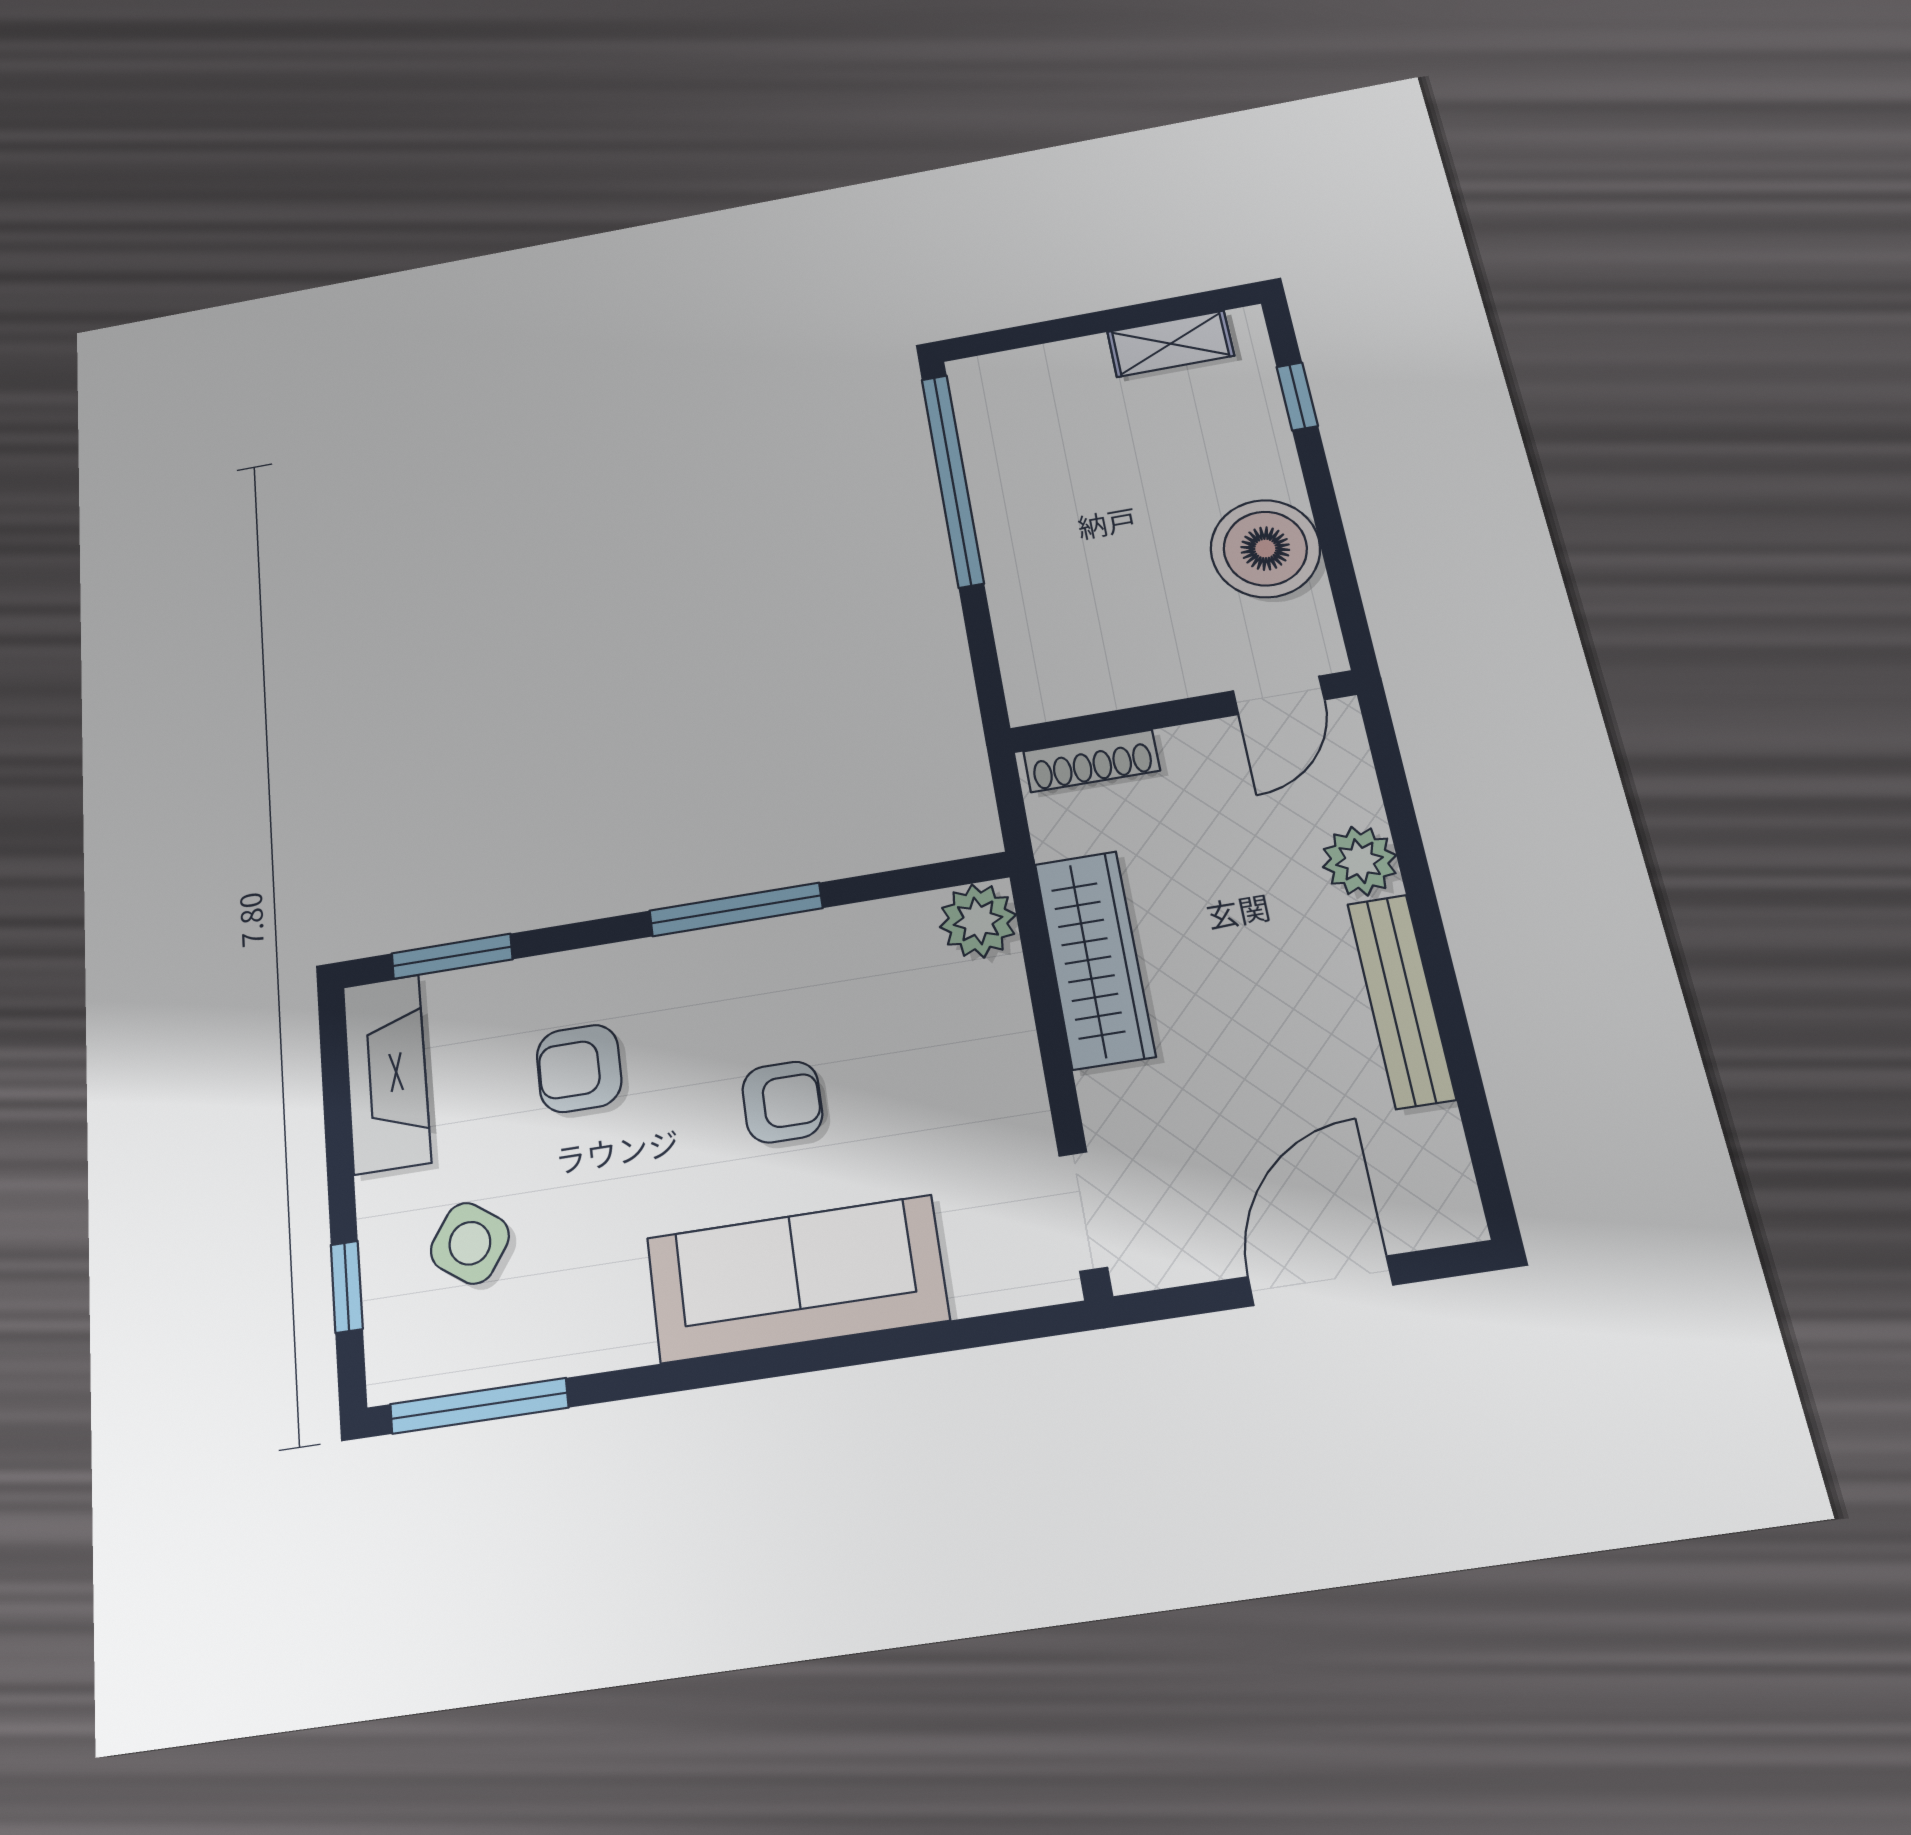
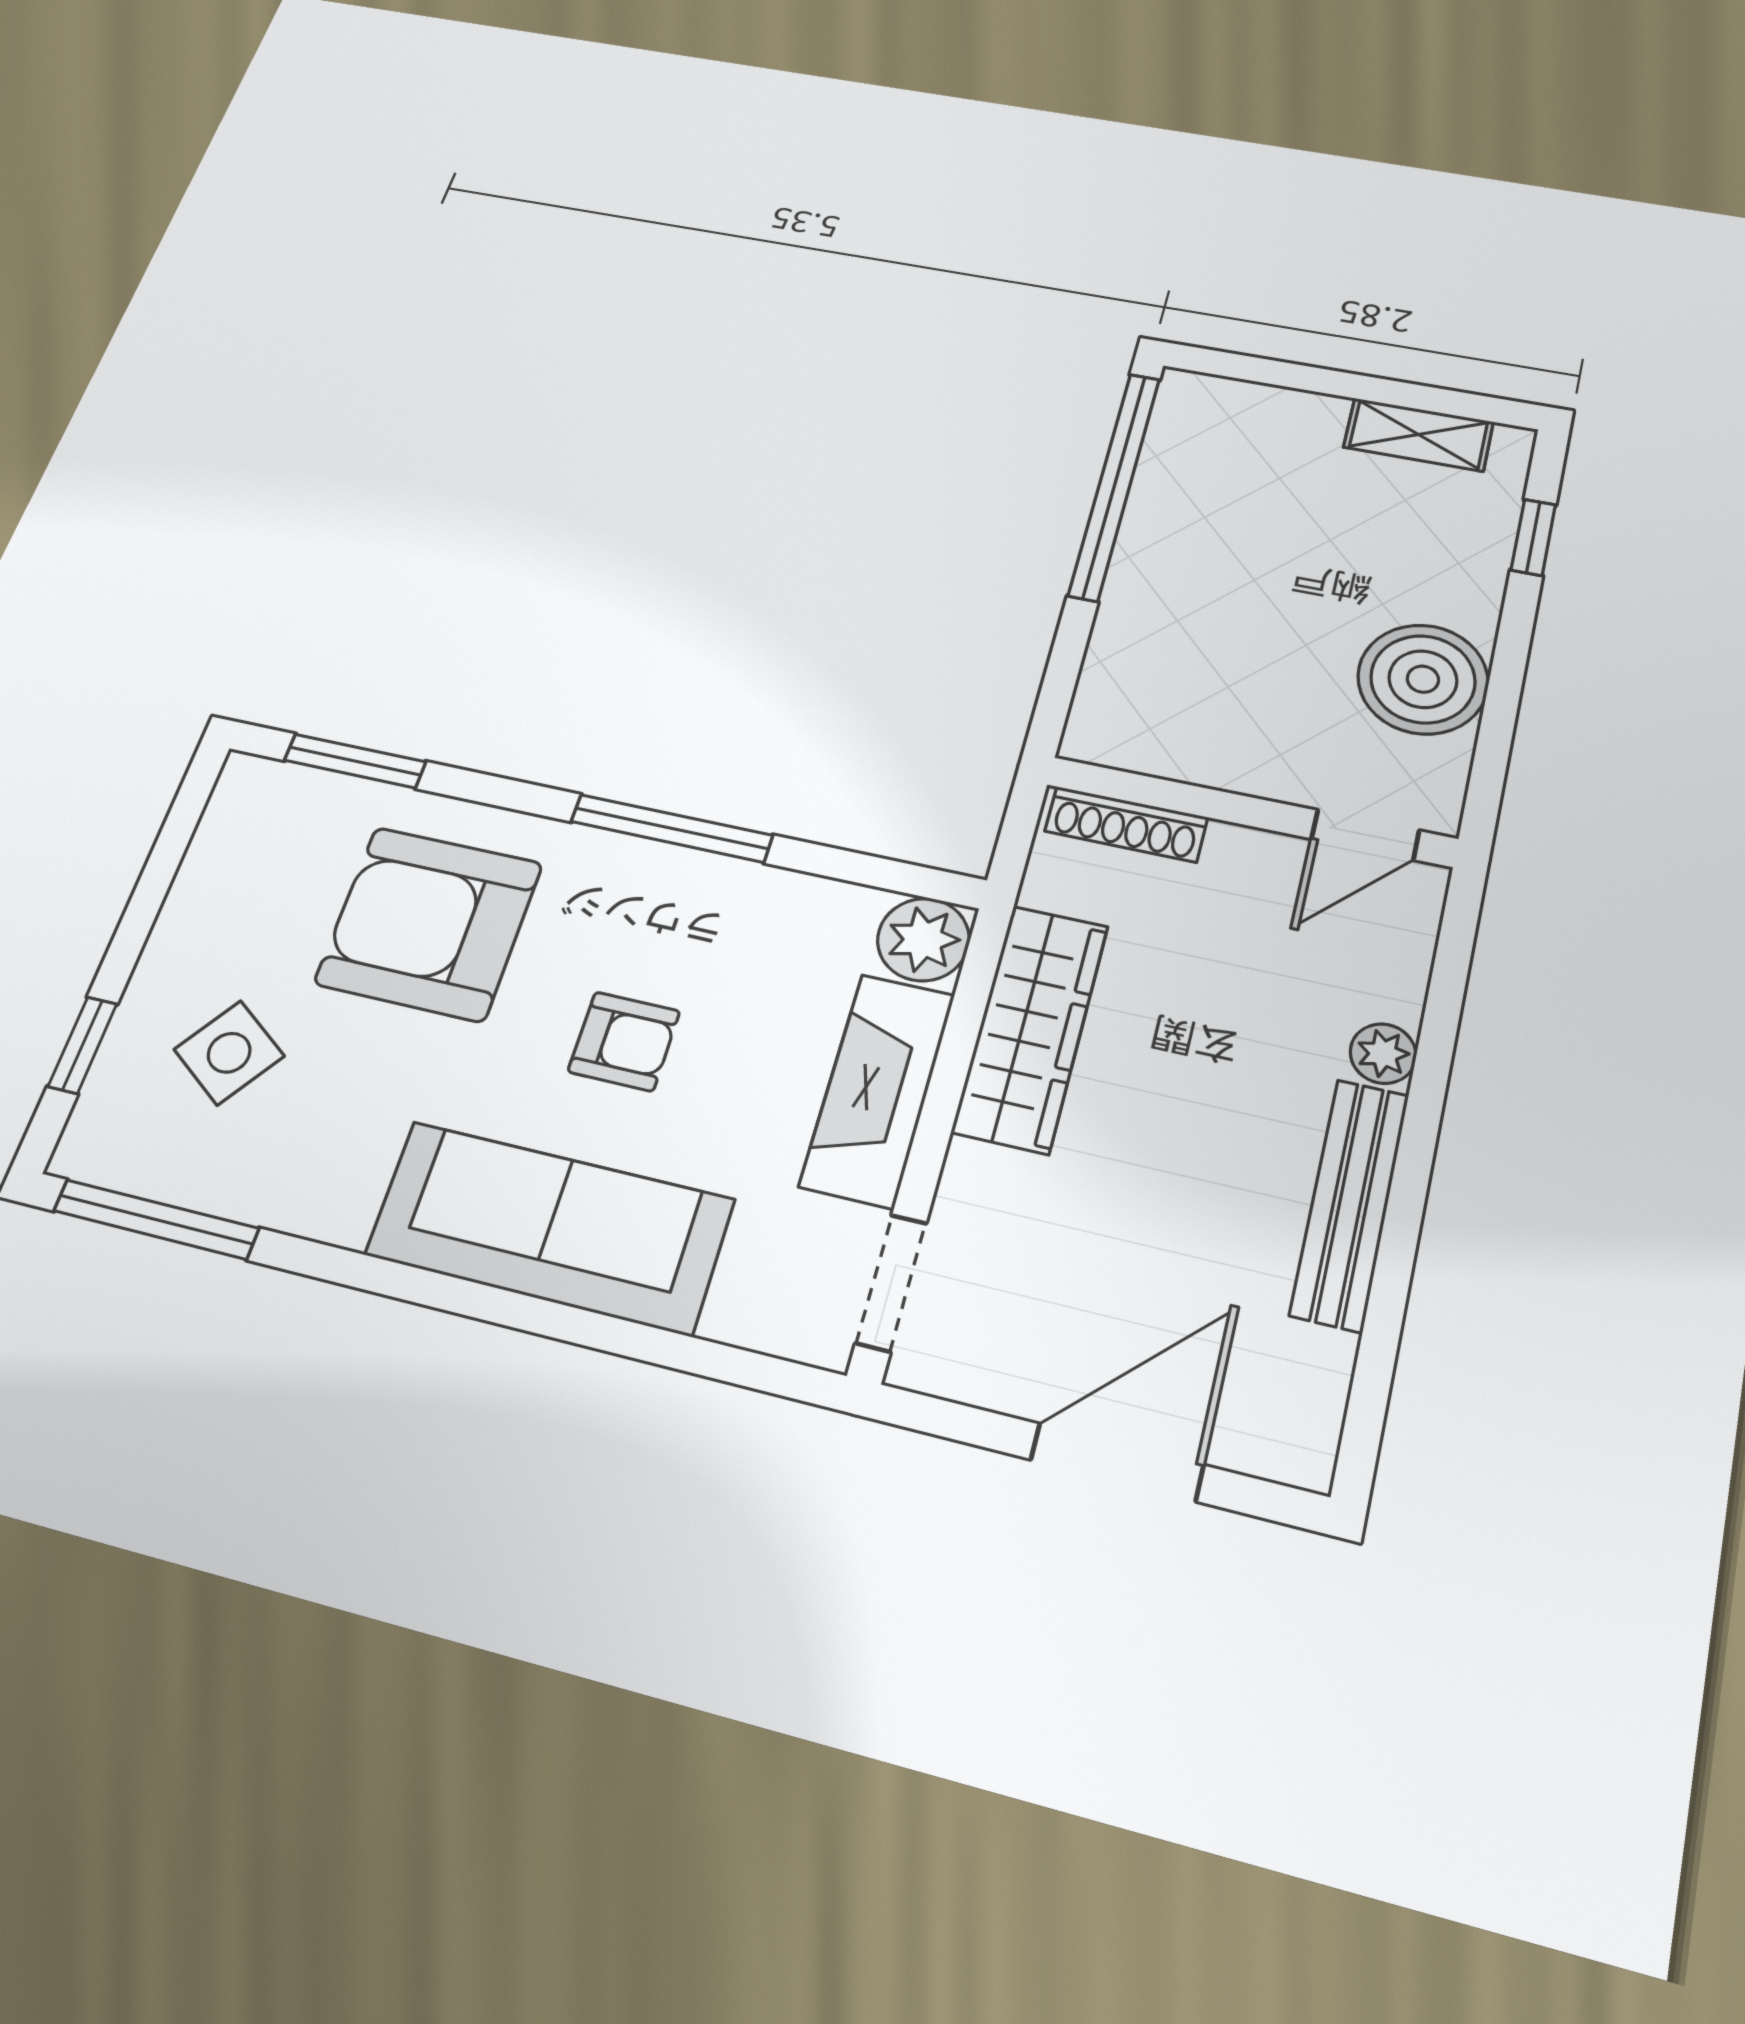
plant: (1360, 861) -> (1383, 1054), width x0.73, depth x0.73
armchair: (579, 1068) -> (429, 923), width x1.88, depth x1.88
fireplace: (387, 1074) -> (878, 1090), moved, turned 180

